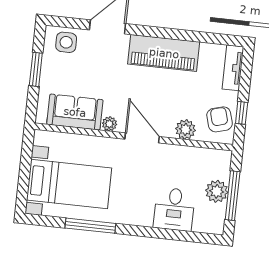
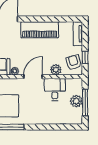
door: (142, 138) -> (33, 77), hinge flipped
desk: (174, 209) -> (55, 89), moved, turned 180

